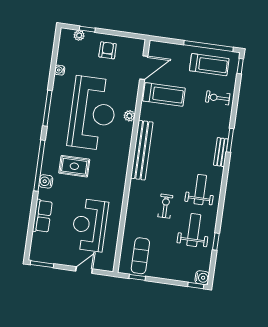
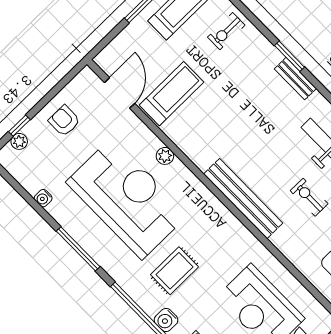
bench: (142, 150) -> (243, 199), moved

